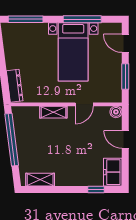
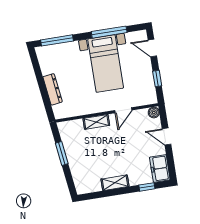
window: (125, 76) -> (157, 78), width x0.67
dresser: (15, 86) -> (53, 89), moved
window: (12, 140) -> (62, 153), width x0.47
shelving: (40, 180) -> (115, 183), moved

